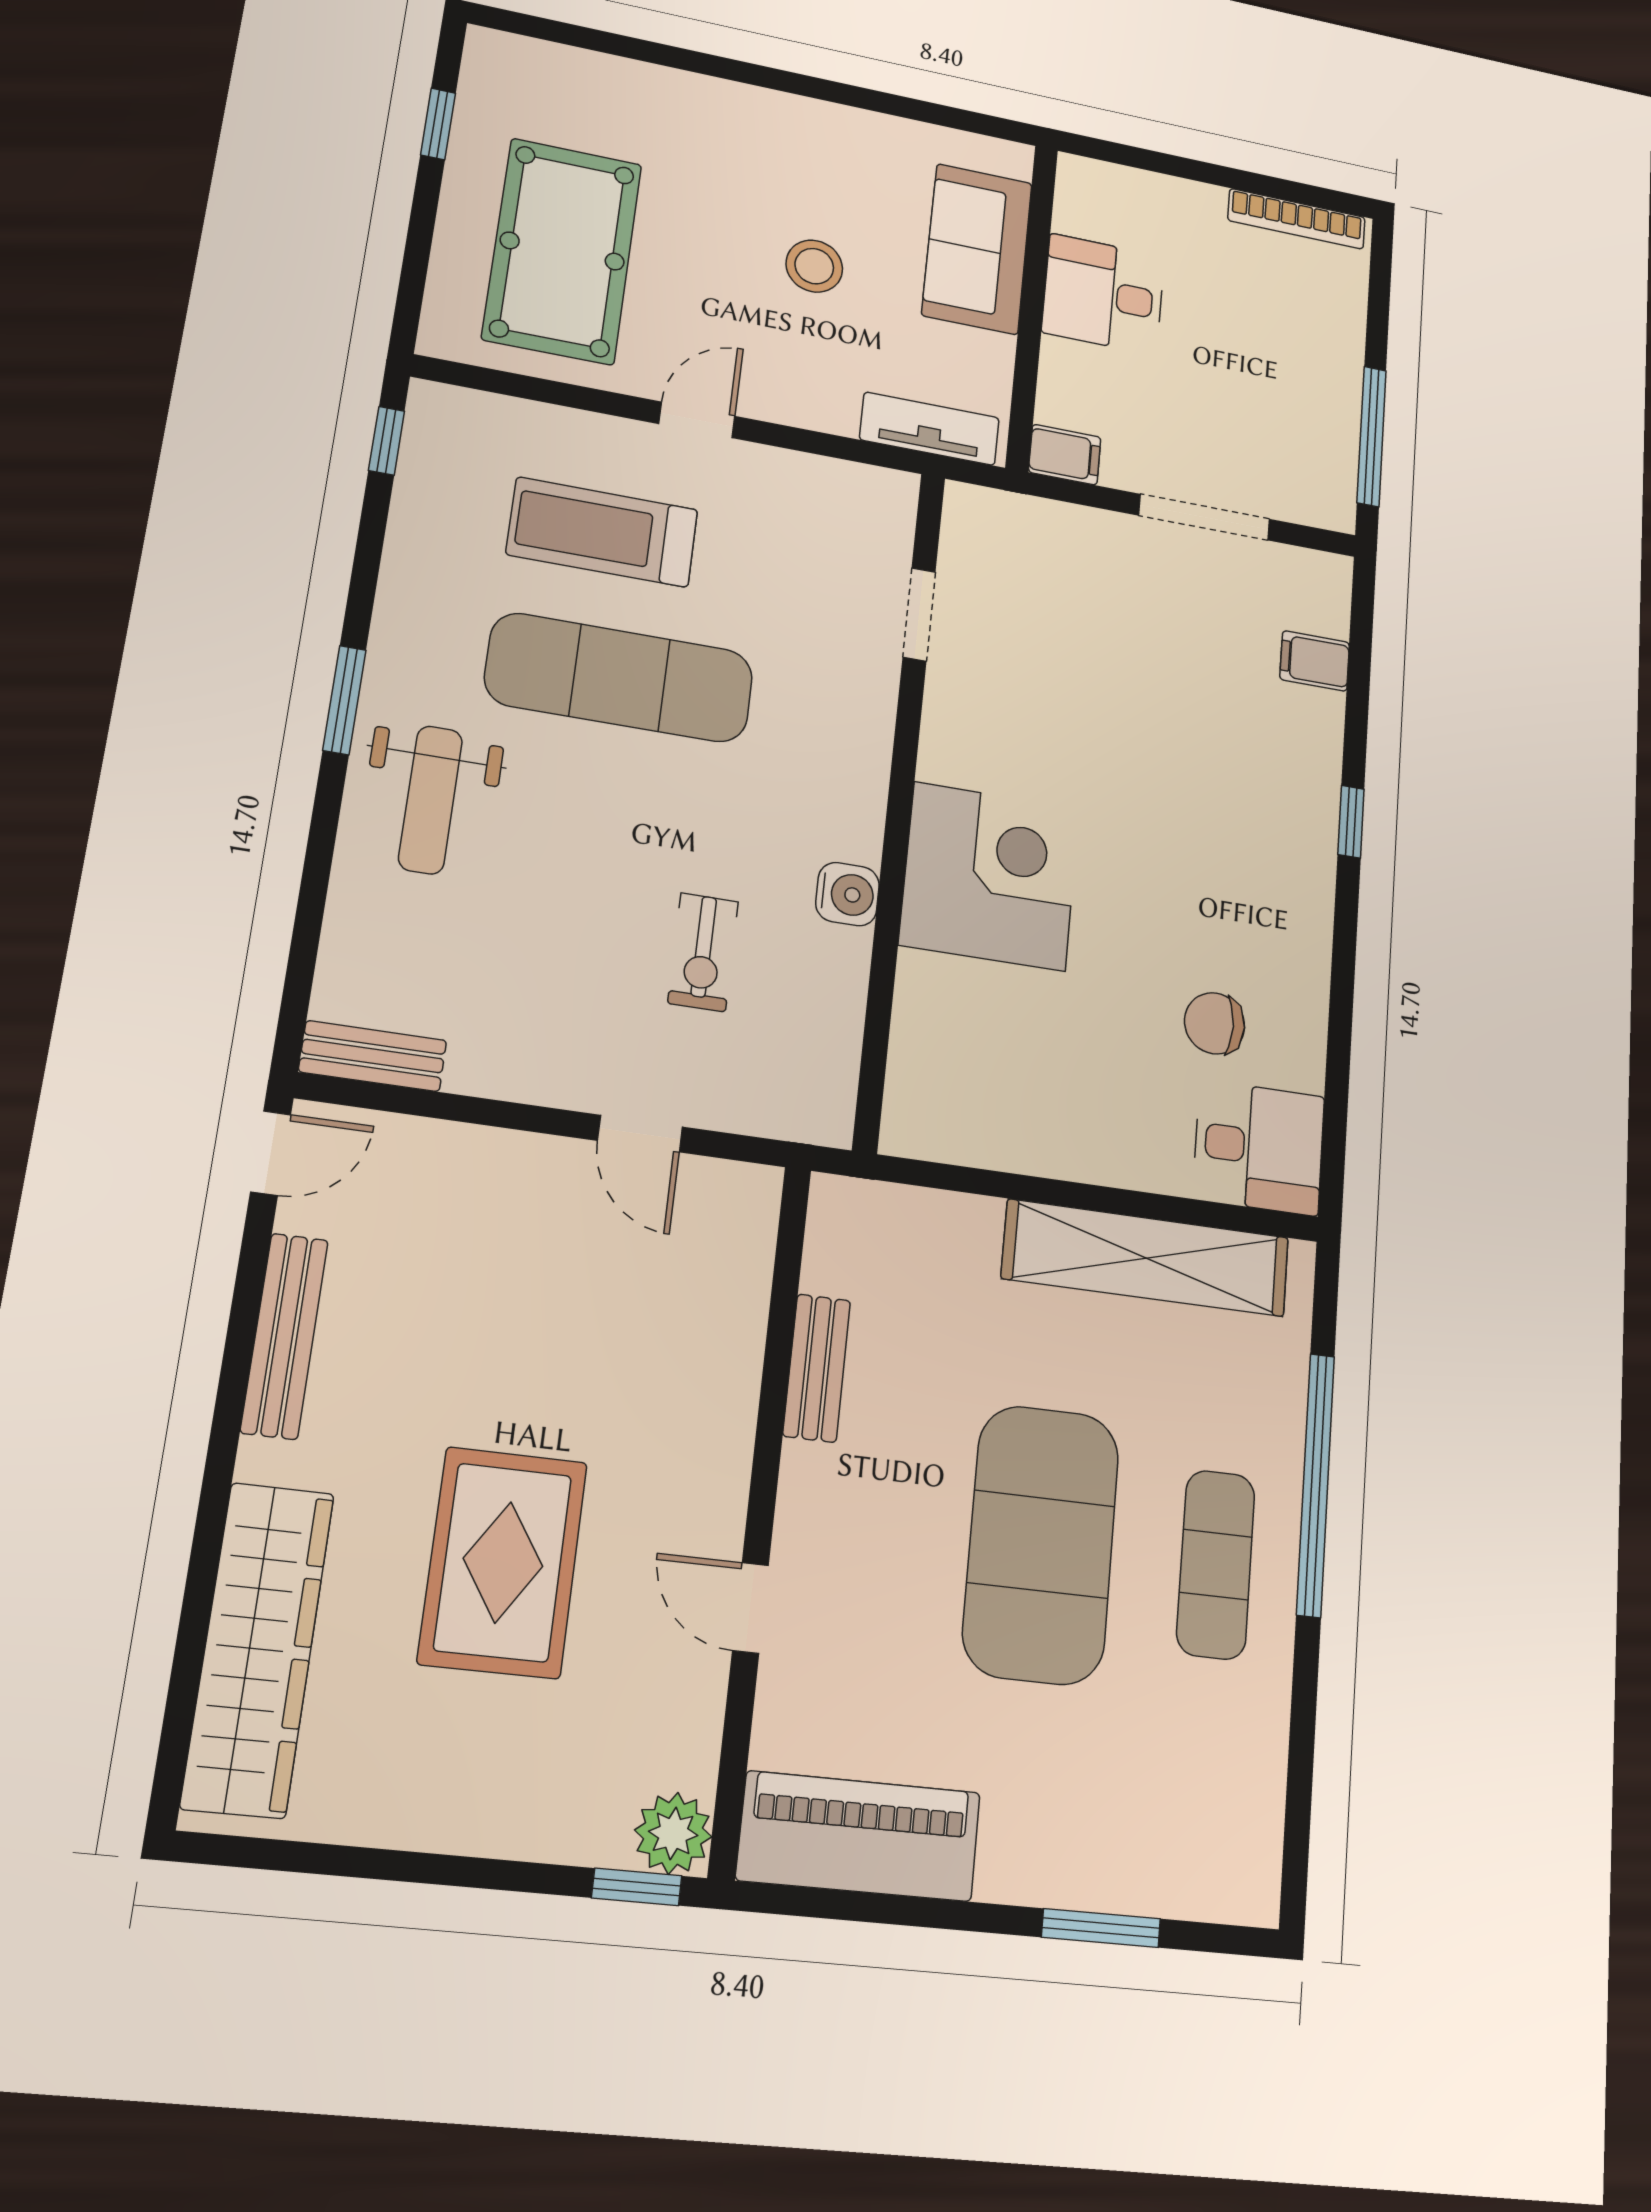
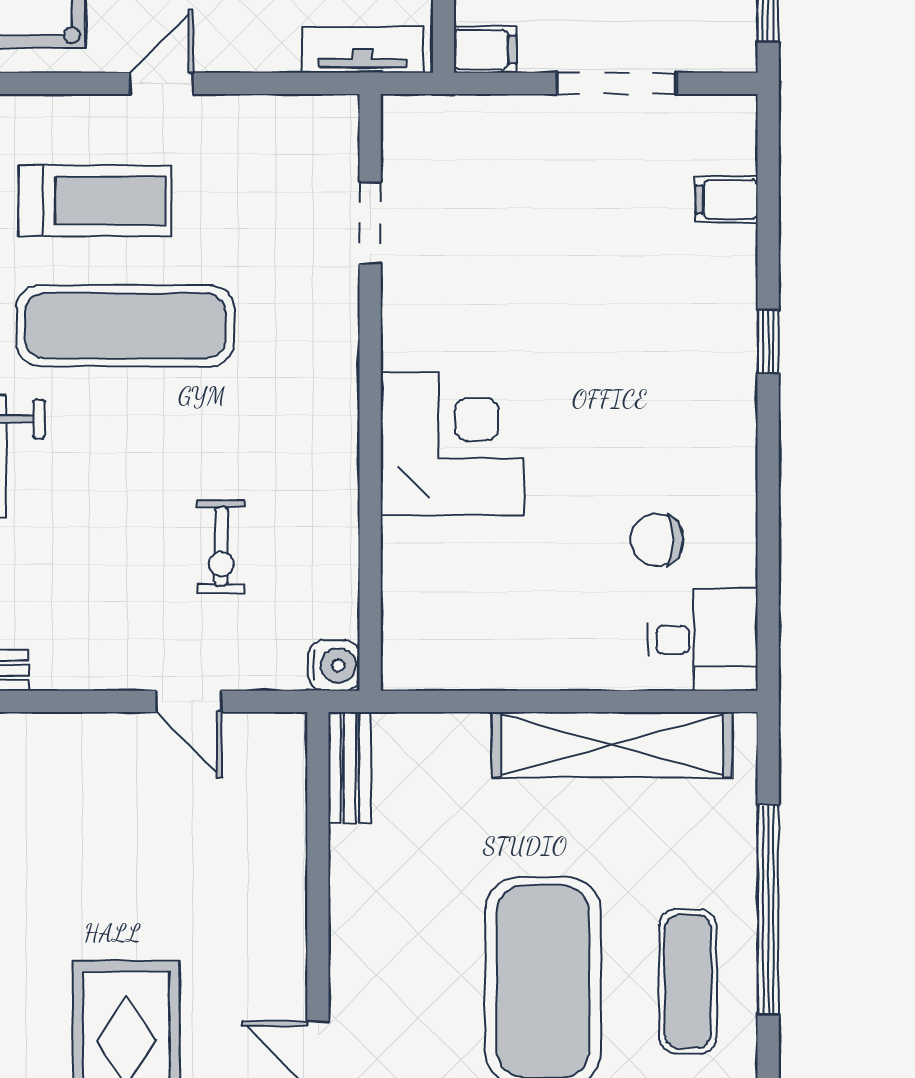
treadmill: (602, 532) -> (95, 201), turned 180
water cooler: (847, 894) -> (334, 665), moved
bench: (817, 1368) -> (350, 768), moved

